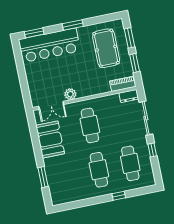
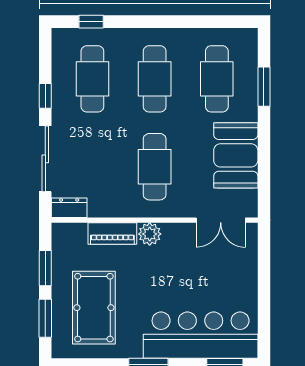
piano: (123, 84) -> (112, 233), moved
plant: (70, 94) -> (150, 234), moved
double door: (51, 105) -> (221, 220), swing flipped
cafe table: (68, 176) -> (217, 79), added
window: (119, 196) -> (91, 22), moved

